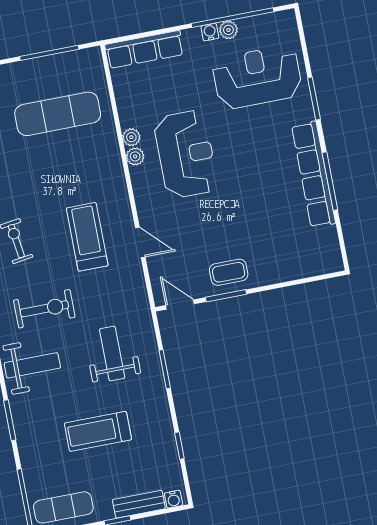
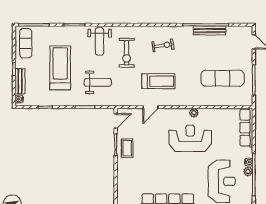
exercise mat: (58, 114) -> (223, 78), turned 90
plant: (131, 137) -> (204, 113), removed
reception desk: (186, 154) -> (190, 138), turned 180
treadmill: (98, 431) -> (60, 68), width x1.37, depth x1.38

